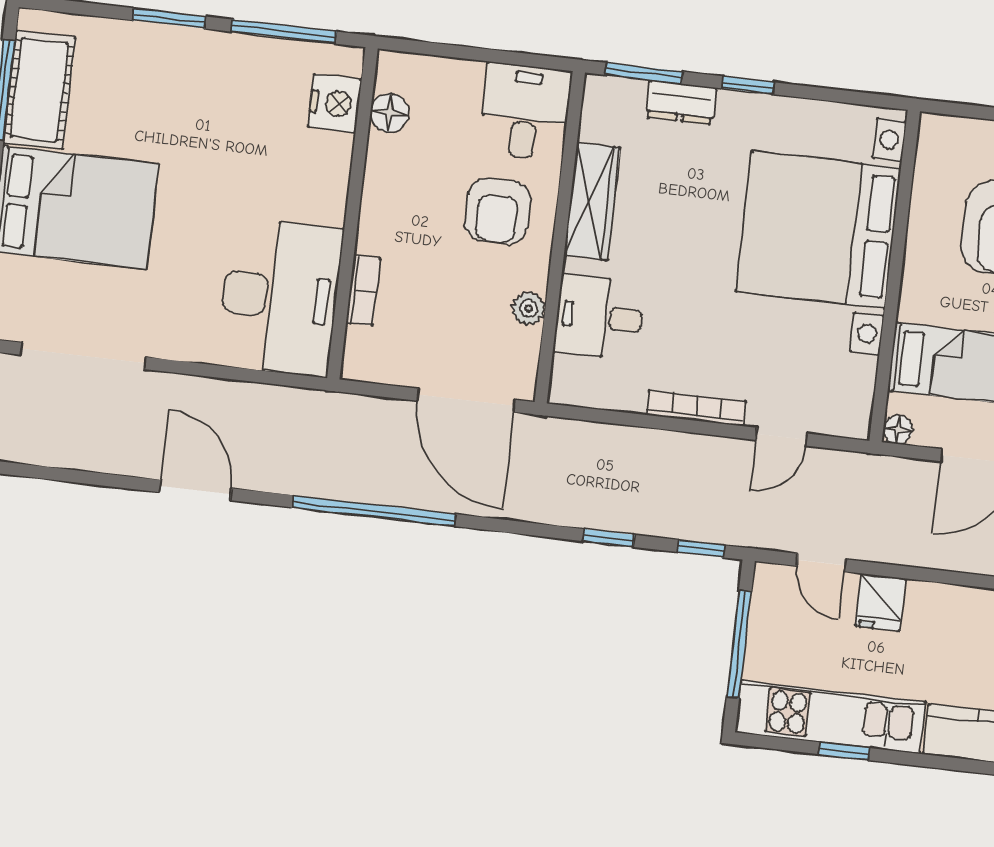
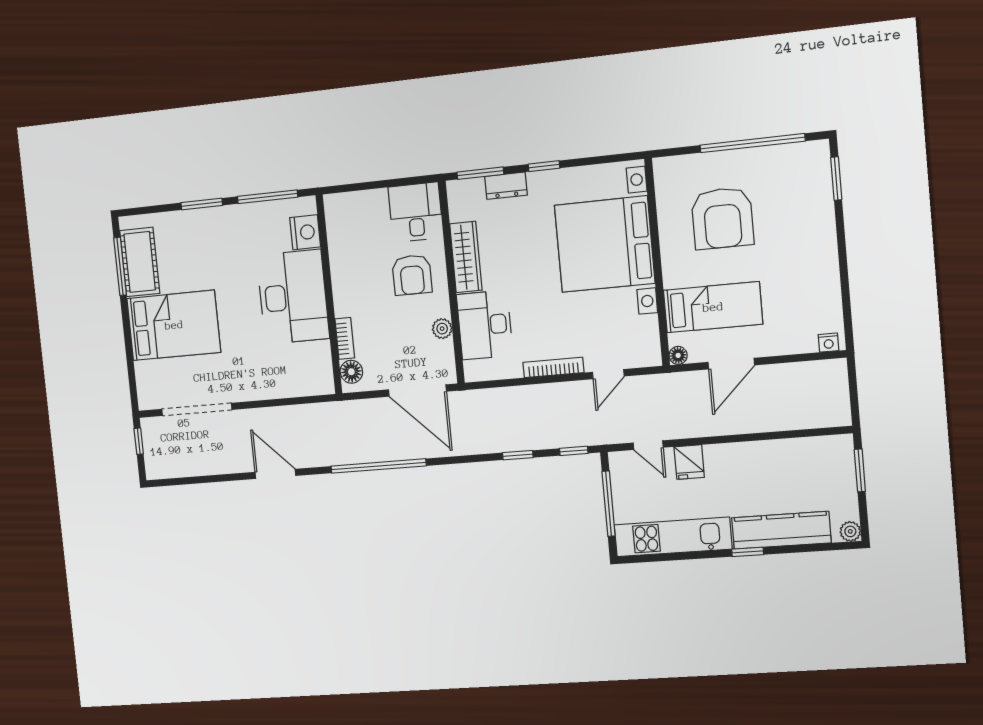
floor lamp: (389, 113) -> (351, 372), moved
desk: (280, 297) -> (293, 297), moved
desk: (599, 317) -> (485, 325), width x1.37
window: (844, 751) -> (748, 552), moved

